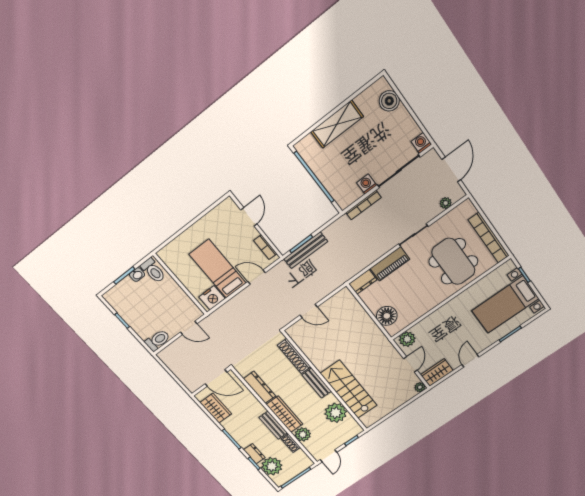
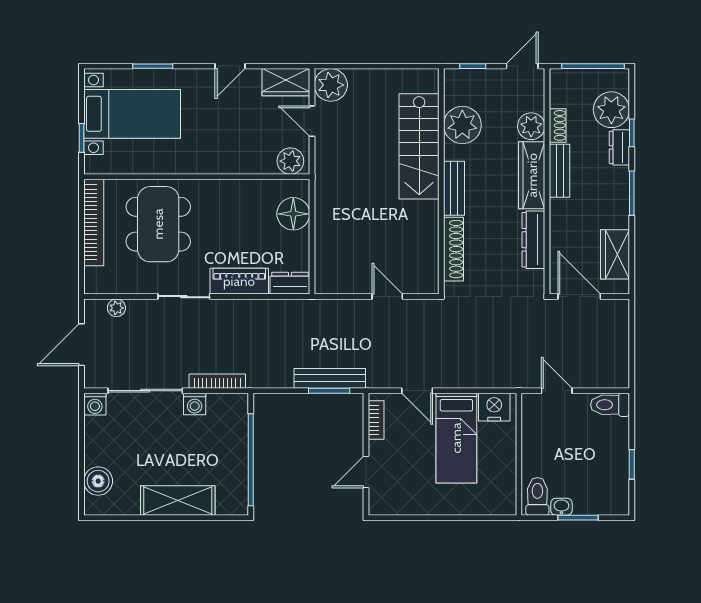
door: (410, 364) -> (312, 121), hinge flipped
plant: (420, 387) -> (331, 85), width x1.88, depth x1.88

